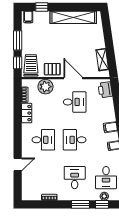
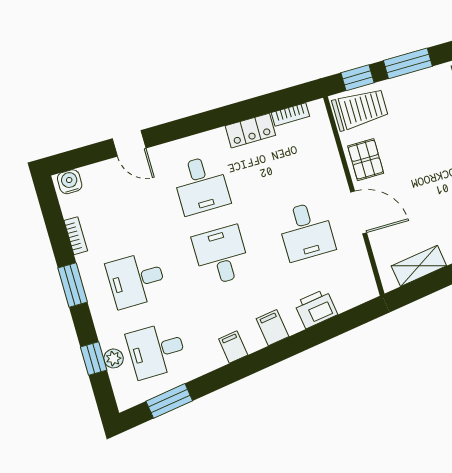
door: (73, 78) -> (359, 212), hinge flipped
plant: (45, 87) -> (322, 156), removed
printer: (105, 90) -> (316, 309), moved
desk: (75, 178) -> (136, 280), turned 180
water cooler: (26, 193) -> (70, 182), added
window: (81, 204) -> (73, 285), moved

